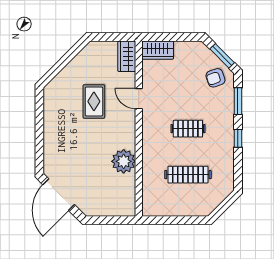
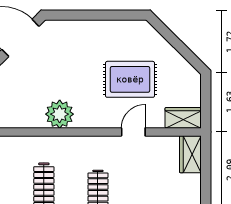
rug: (94, 101) -> (130, 79), width x1.36, depth x1.43

